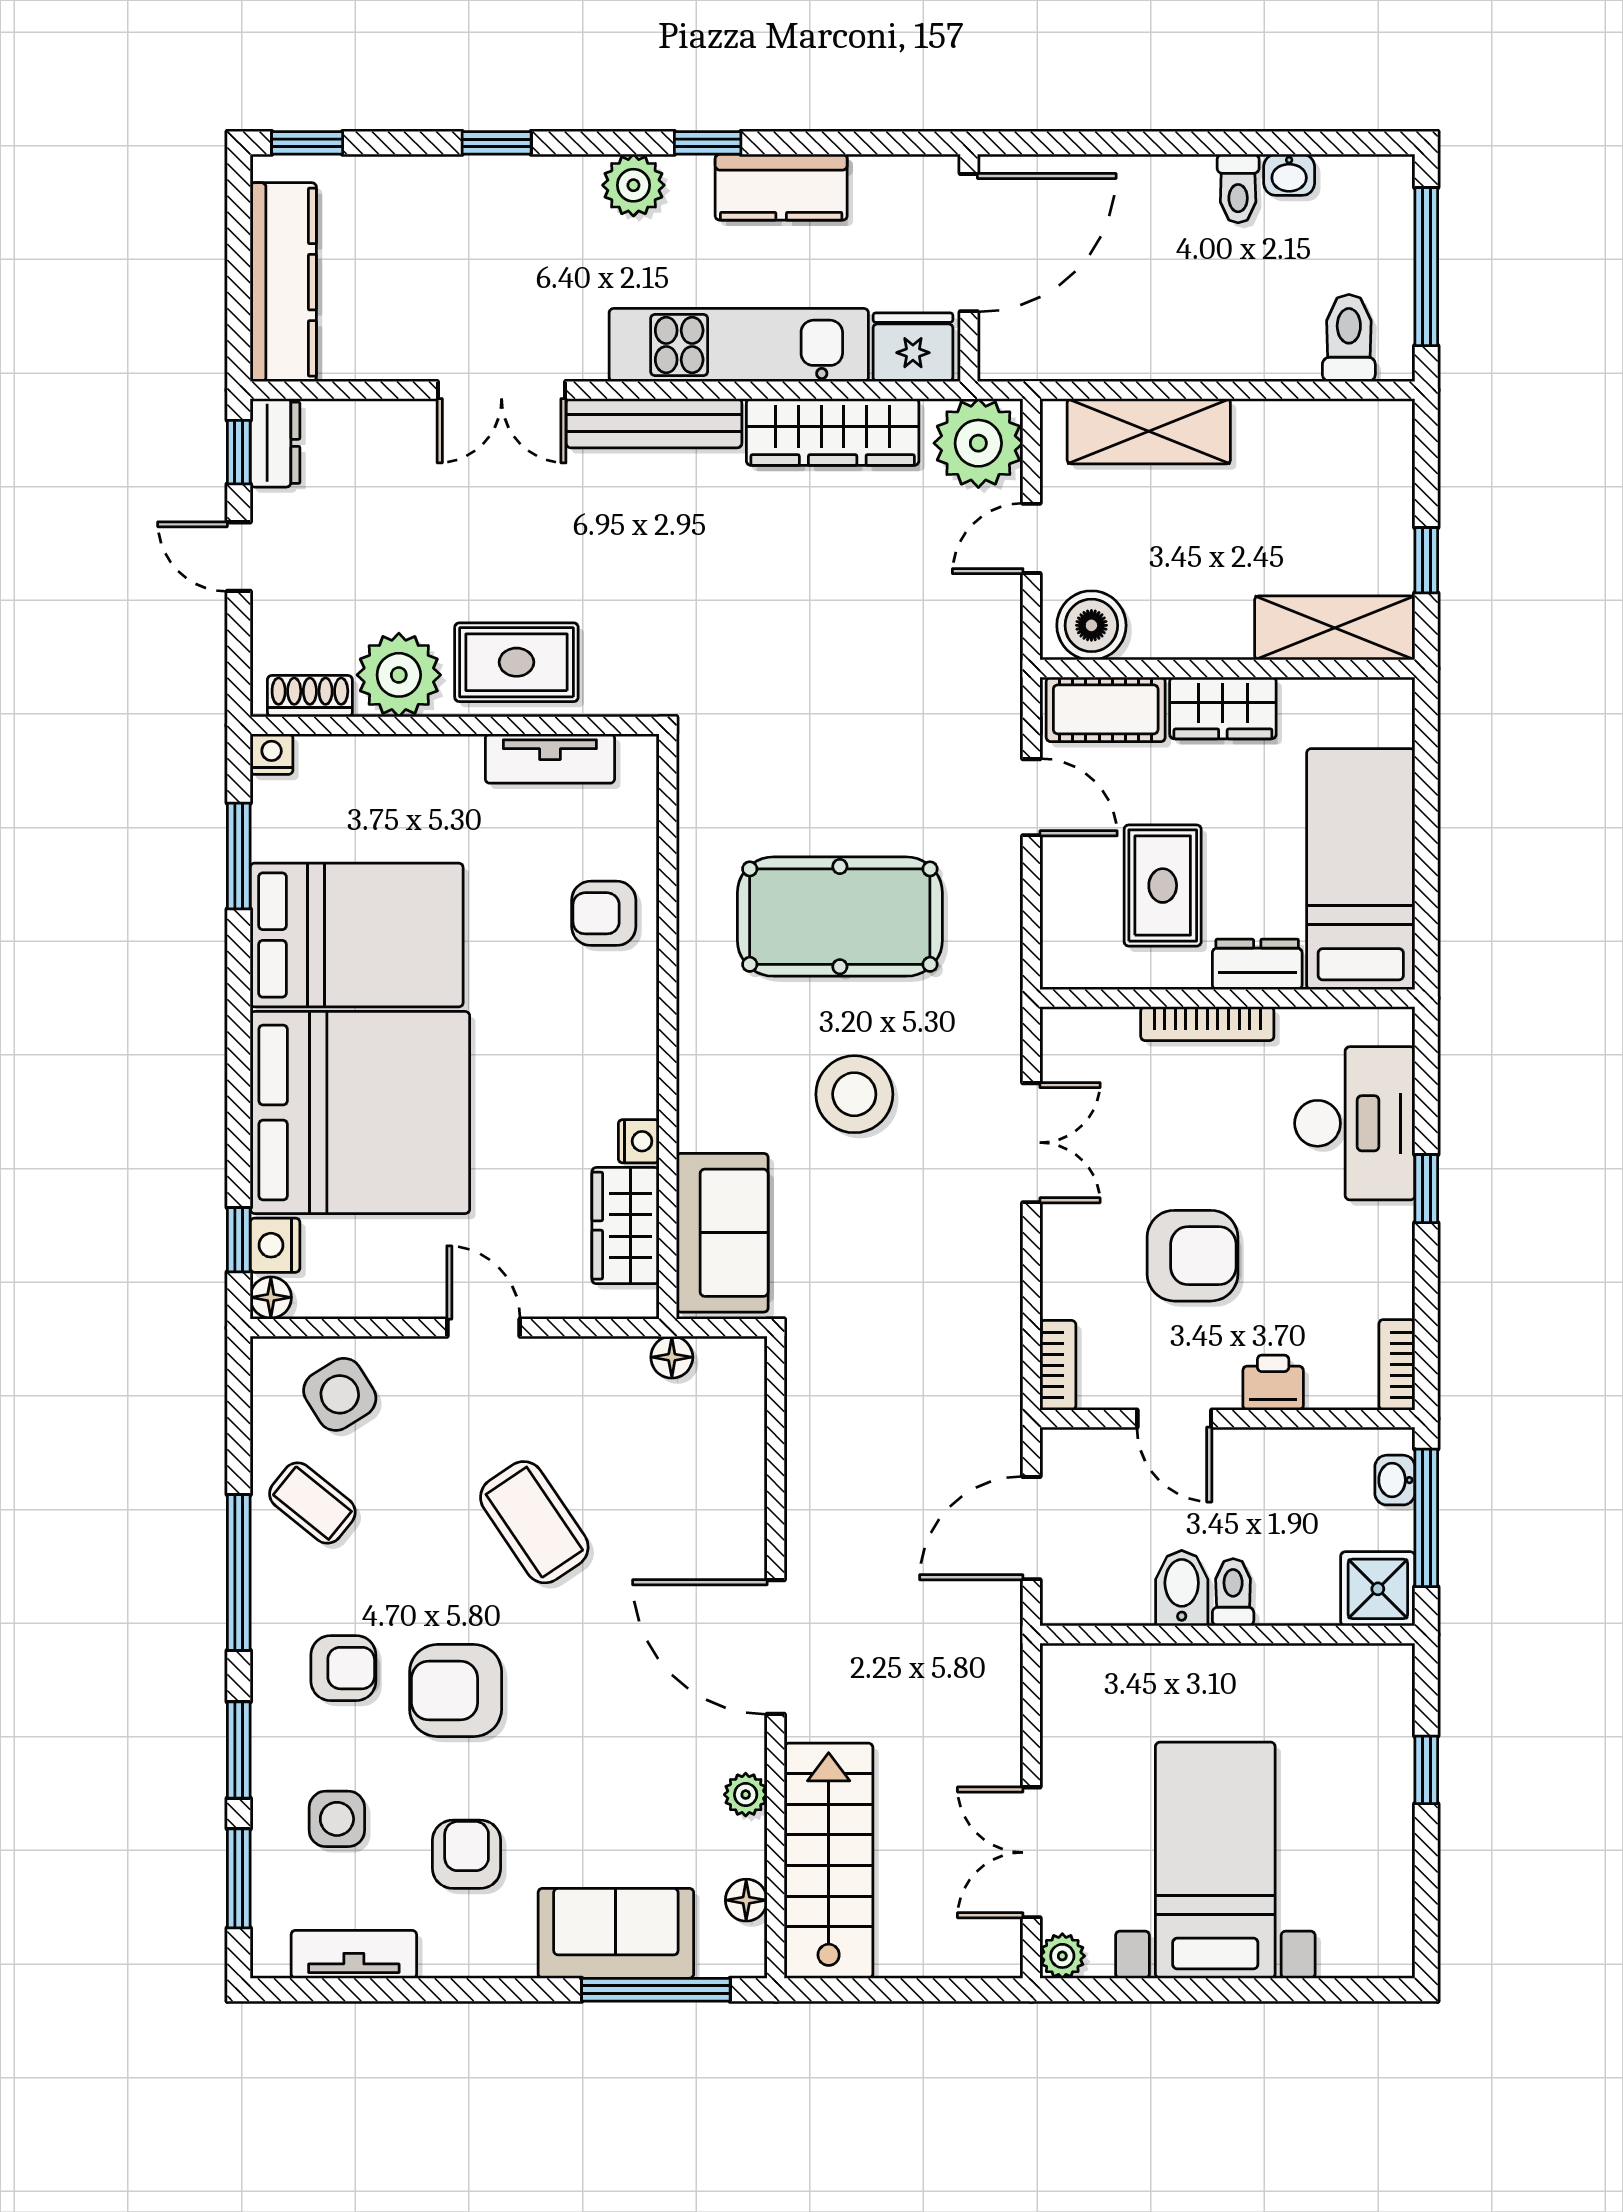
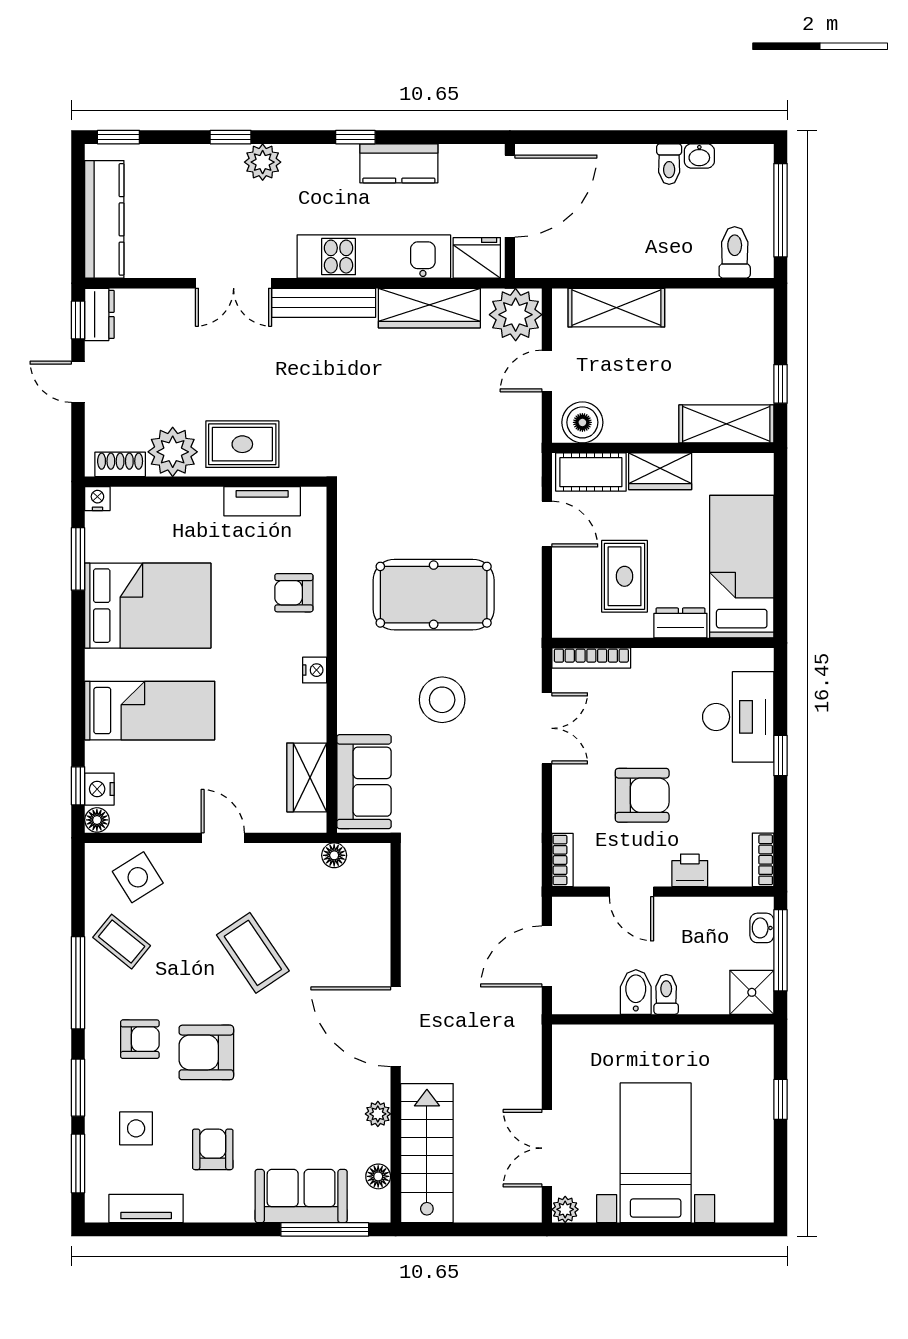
plant: (633, 185) -> (263, 162), moved
bookcase: (1207, 1024) -> (591, 658), moved
bed: (360, 1112) -> (150, 711), width x0.49
nightstand: (639, 1141) -> (315, 670), moved

